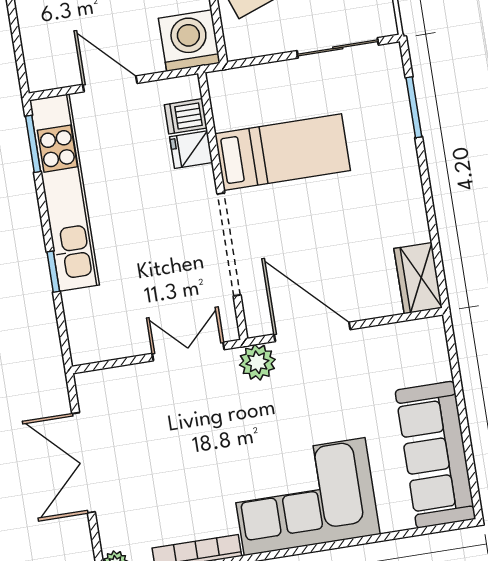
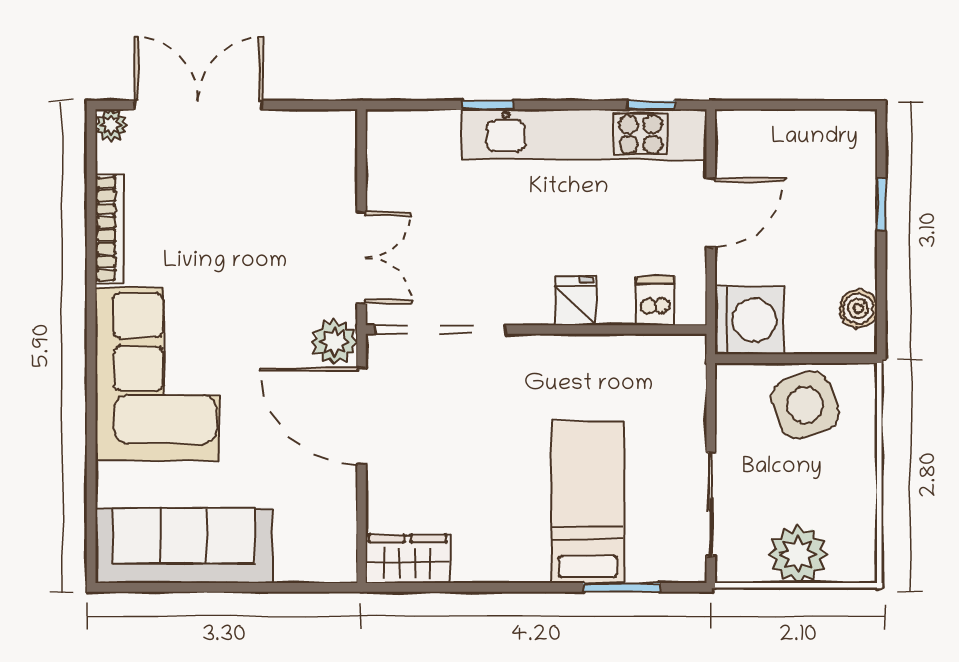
window: (33, 144) -> (651, 105), width x0.67
fridge: (191, 150) -> (575, 301), moved
bed: (283, 152) -> (588, 502), moved, turned 180
doorway: (229, 244) -> (440, 330), moved
door: (312, 332) -> (361, 416), swing flipped
double door: (84, 463) -> (198, 105), moved

